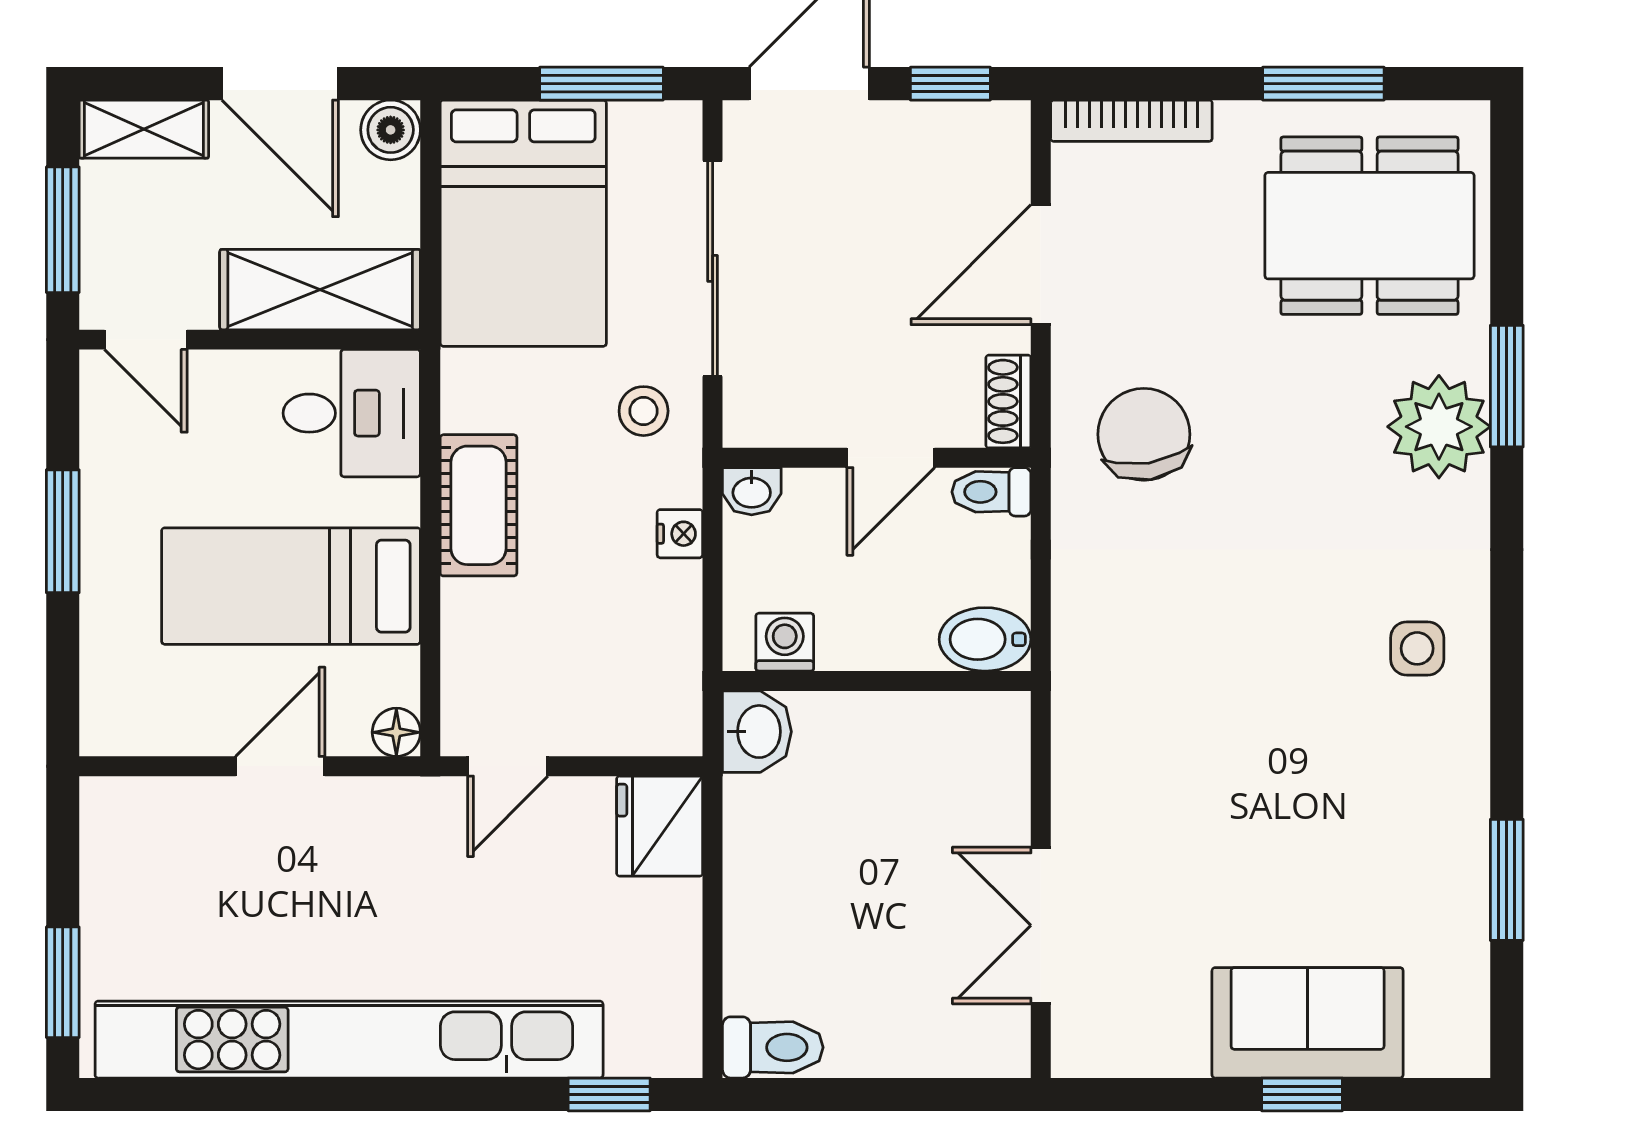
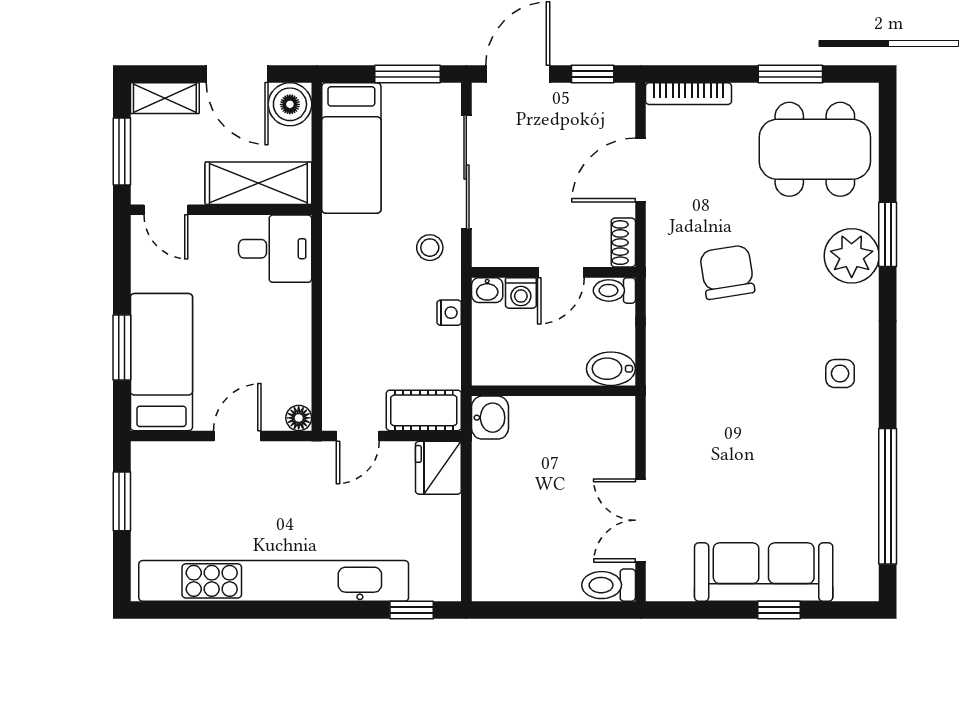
boiler: (391, 130) -> (290, 104), width x1.36, depth x1.36
bed: (523, 223) -> (351, 148), width x0.67
chair: (1144, 434) -> (727, 272), moved
cot: (479, 505) -> (424, 410), moved, turned 90
window: (63, 531) -> (122, 348), moved
bed: (291, 586) -> (161, 362), moved, turned 90
washing machine: (785, 642) -> (521, 293), moved, turned 180
window: (1507, 880) -> (888, 496), width x2.11
window: (63, 982) -> (122, 501), moved
sofa: (1308, 1023) -> (764, 572), width x1.36
toilet: (773, 1047) -> (609, 585), moved, turned 180

